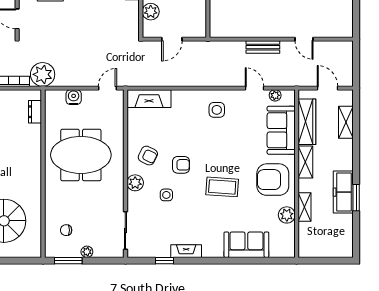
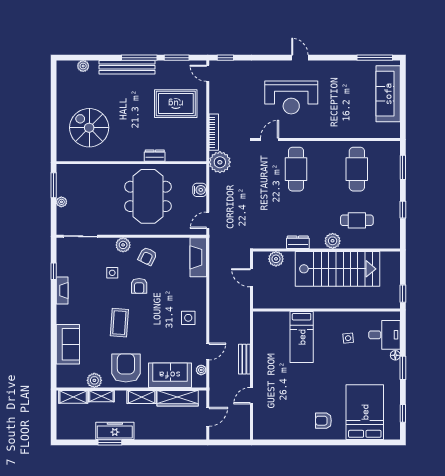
door: (107, 88) -> (208, 220), swing flipped
dresser: (35, 112) -> (155, 156), moved
shelving: (346, 122) -> (73, 397), moved
chair: (66, 230) -> (81, 183), removed

